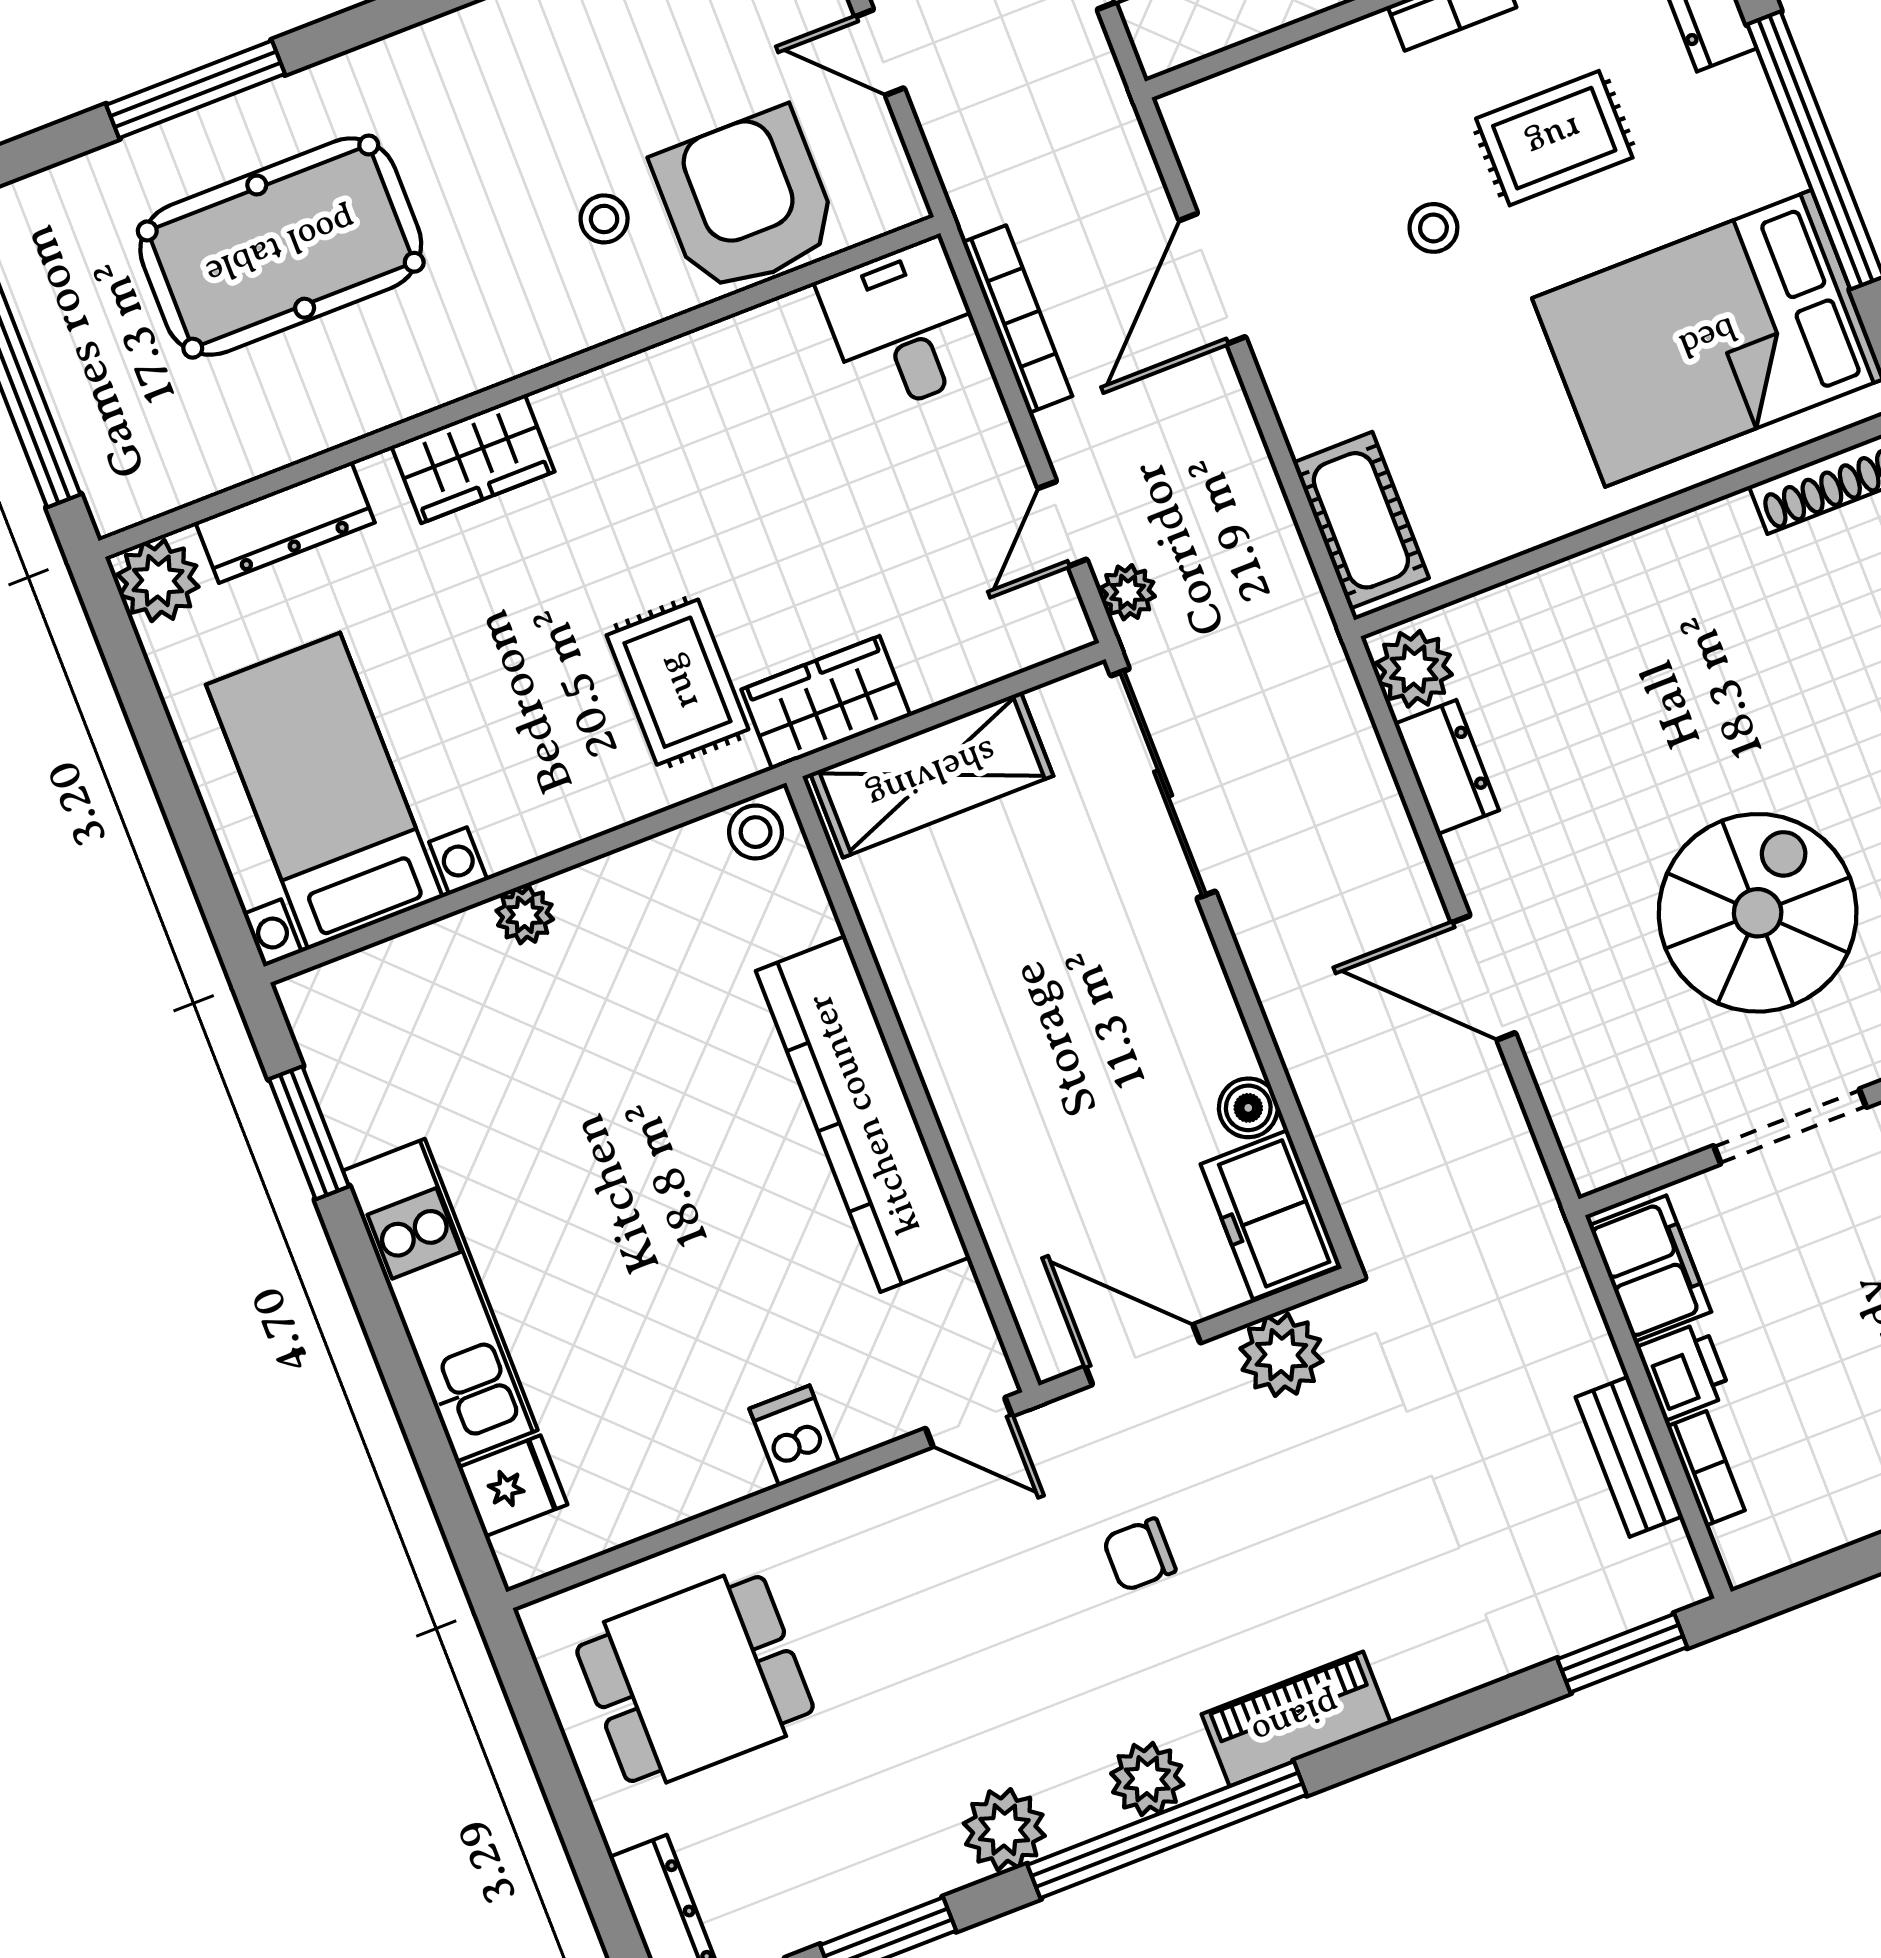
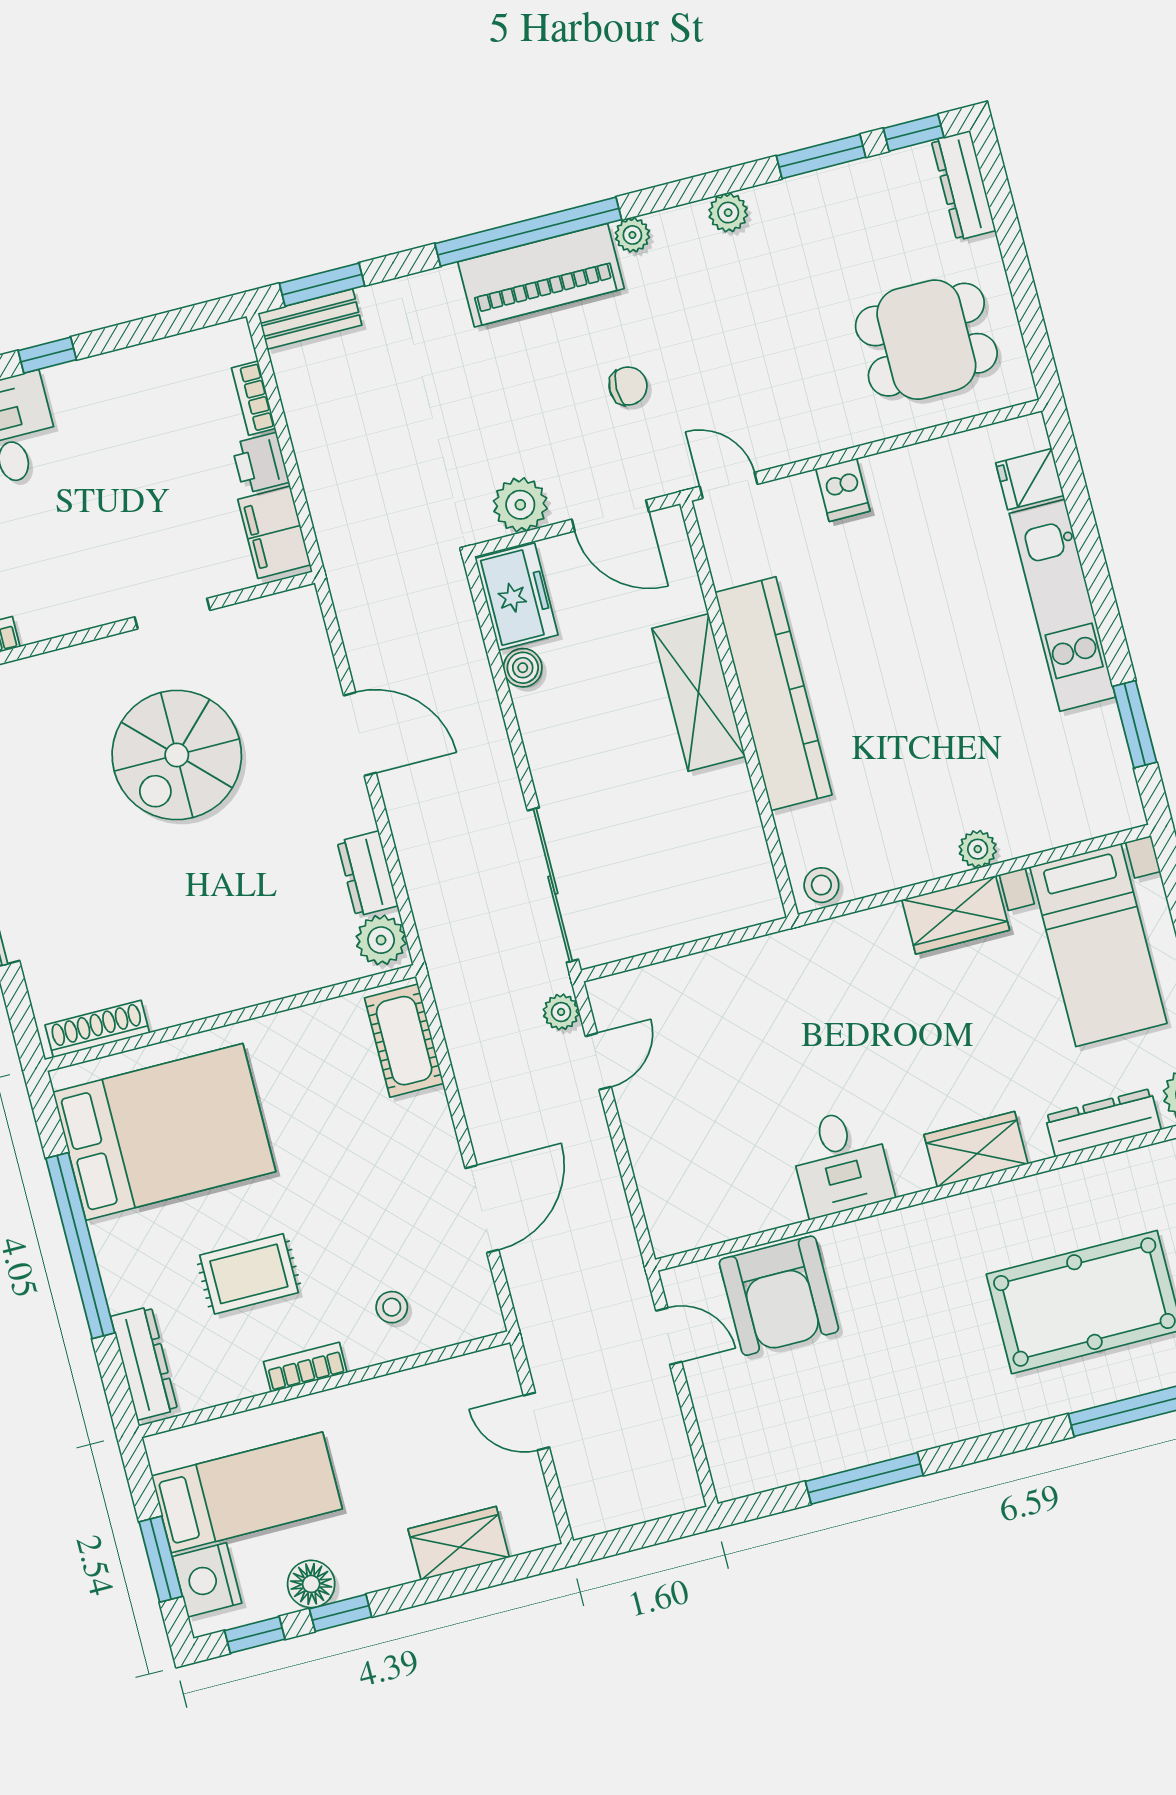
door: (880, 52) -> (669, 1336), moved
stool: (604, 219) -> (872, 1295), removed
stool: (1433, 228) -> (392, 1307), moved
bookcase: (1017, 319) -> (612, 1198), removed
desk: (903, 326) -> (841, 1162), moved
rug: (677, 682) -> (860, 988), removed
wardrobe: (826, 703) -> (956, 915), moved
shelving: (932, 775) -> (698, 693), moved, turned 90
doorway: (1790, 1127) -> (172, 614), width x0.73
bench: (1629, 1457) -> (310, 319), moved, turned 90
piano: (1296, 1719) -> (541, 275), width x1.37, depth x1.33
plant: (1147, 1779) -> (632, 235), width x0.73, depth x0.73
plant: (1004, 1830) -> (728, 213), width x0.73, depth x0.73
window: (1167, 1830) -> (528, 232), moved

